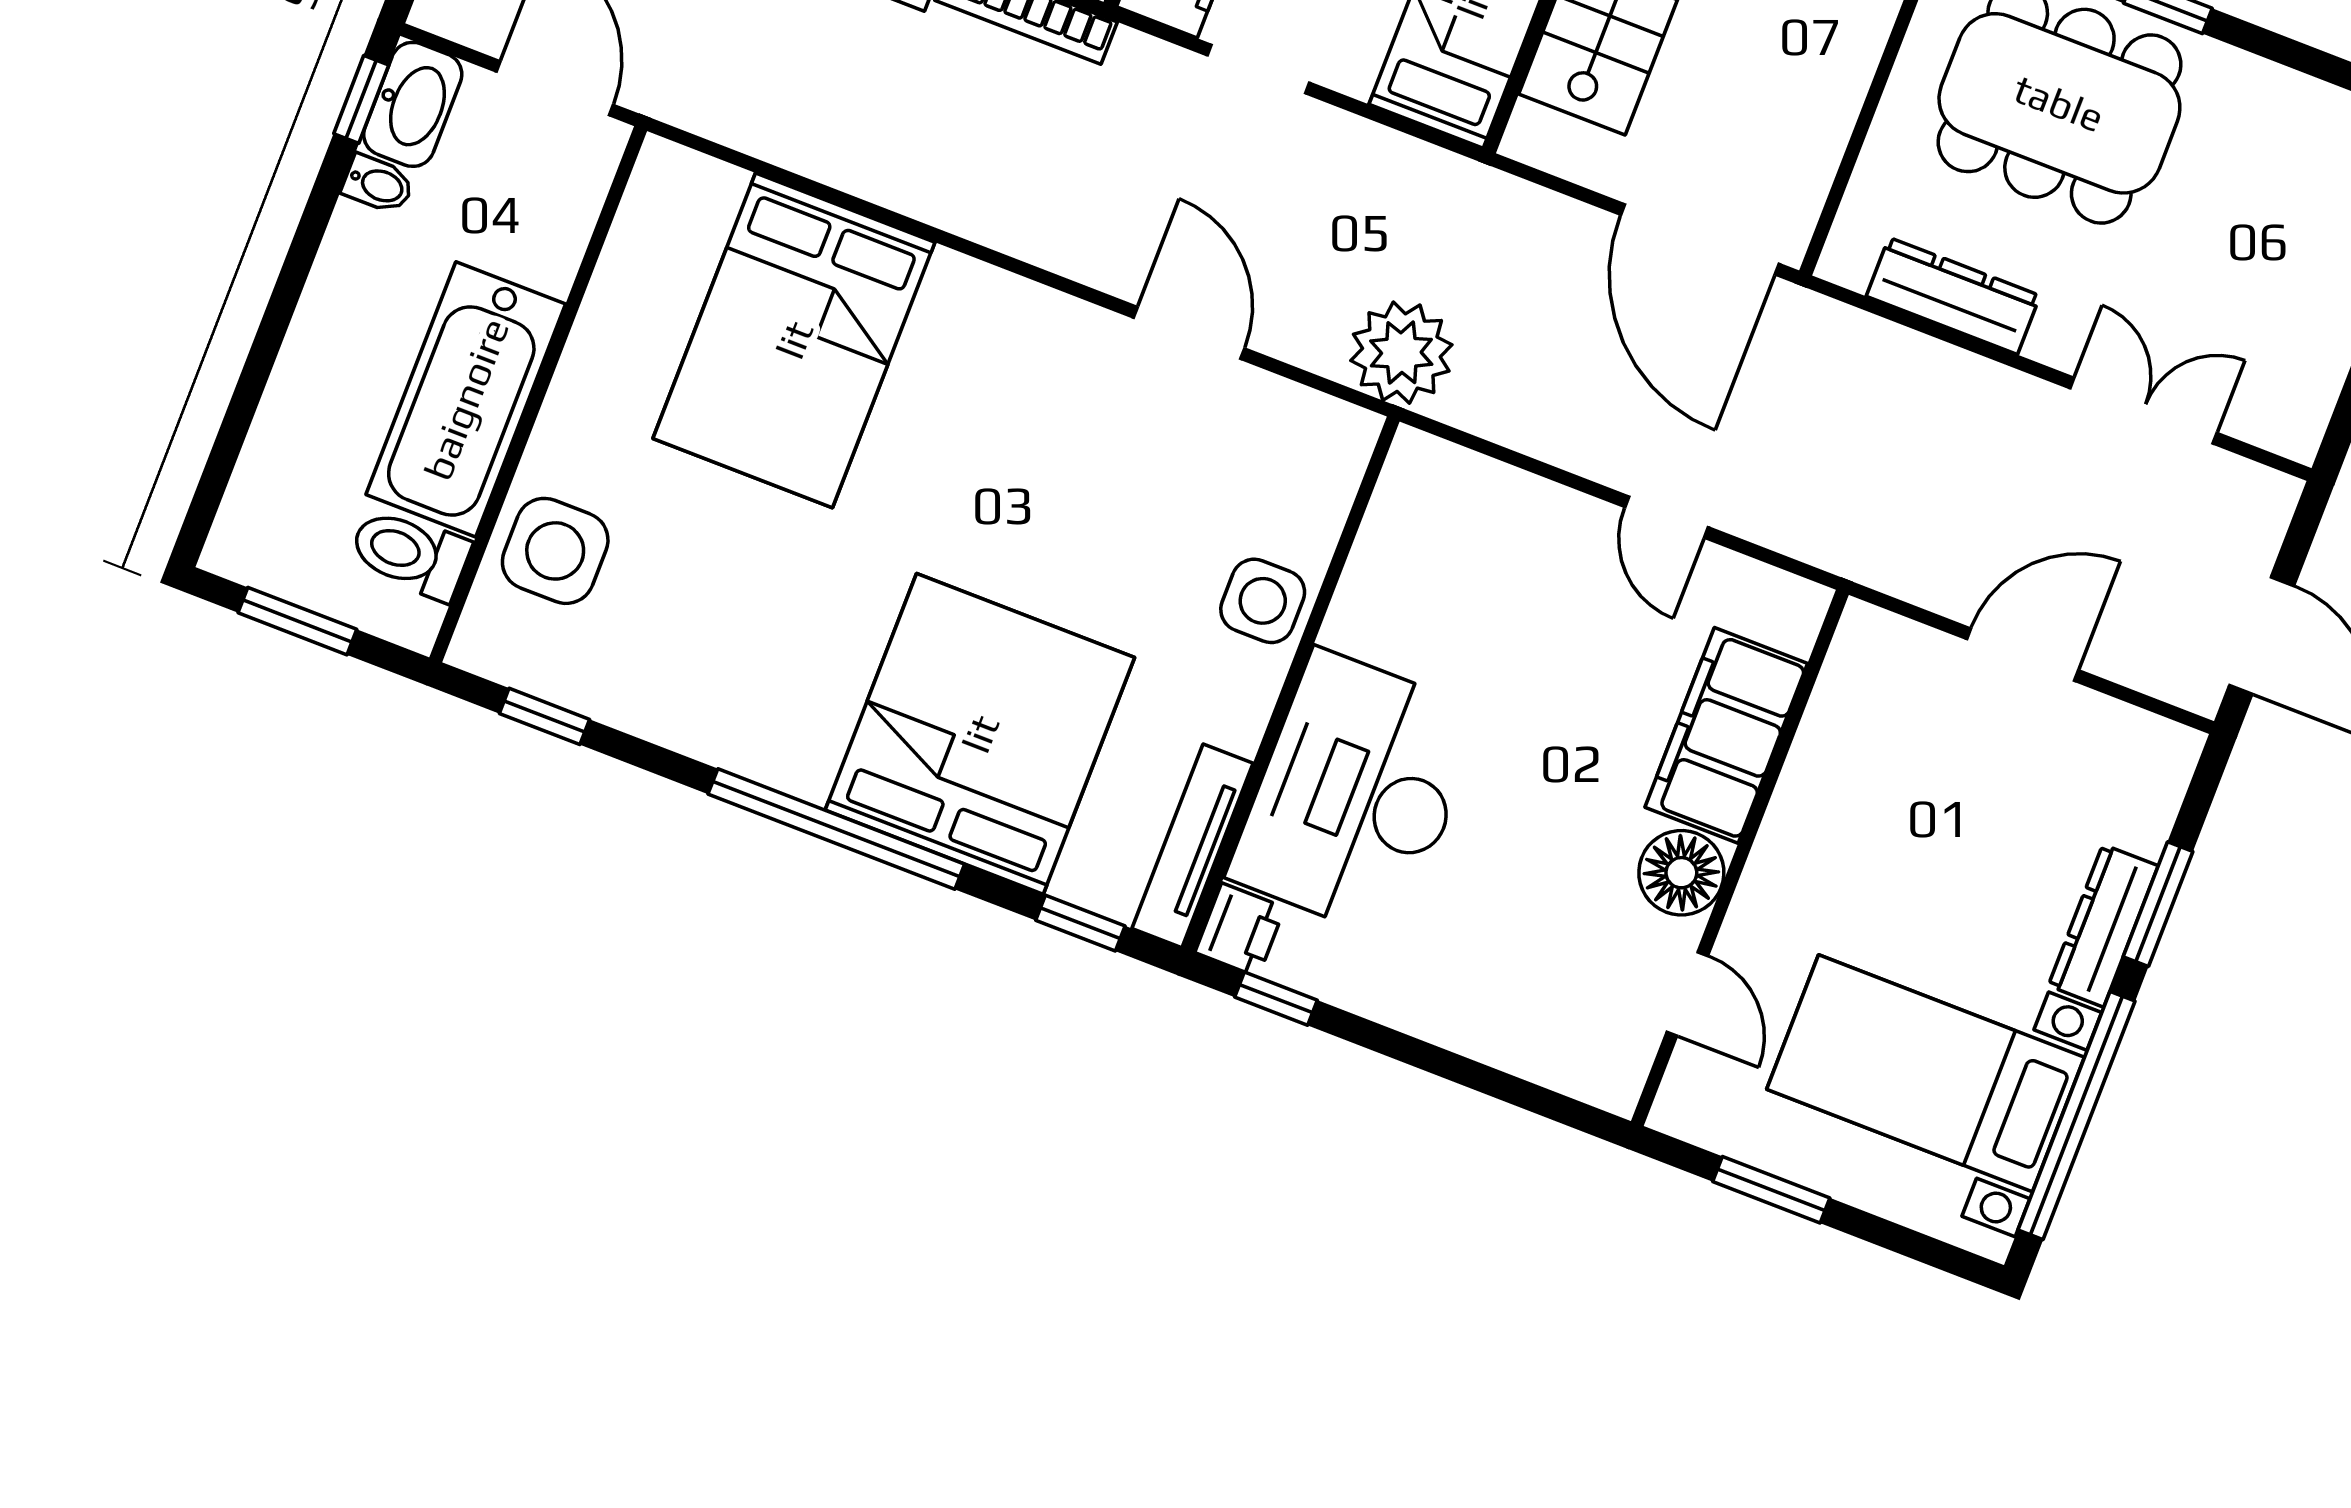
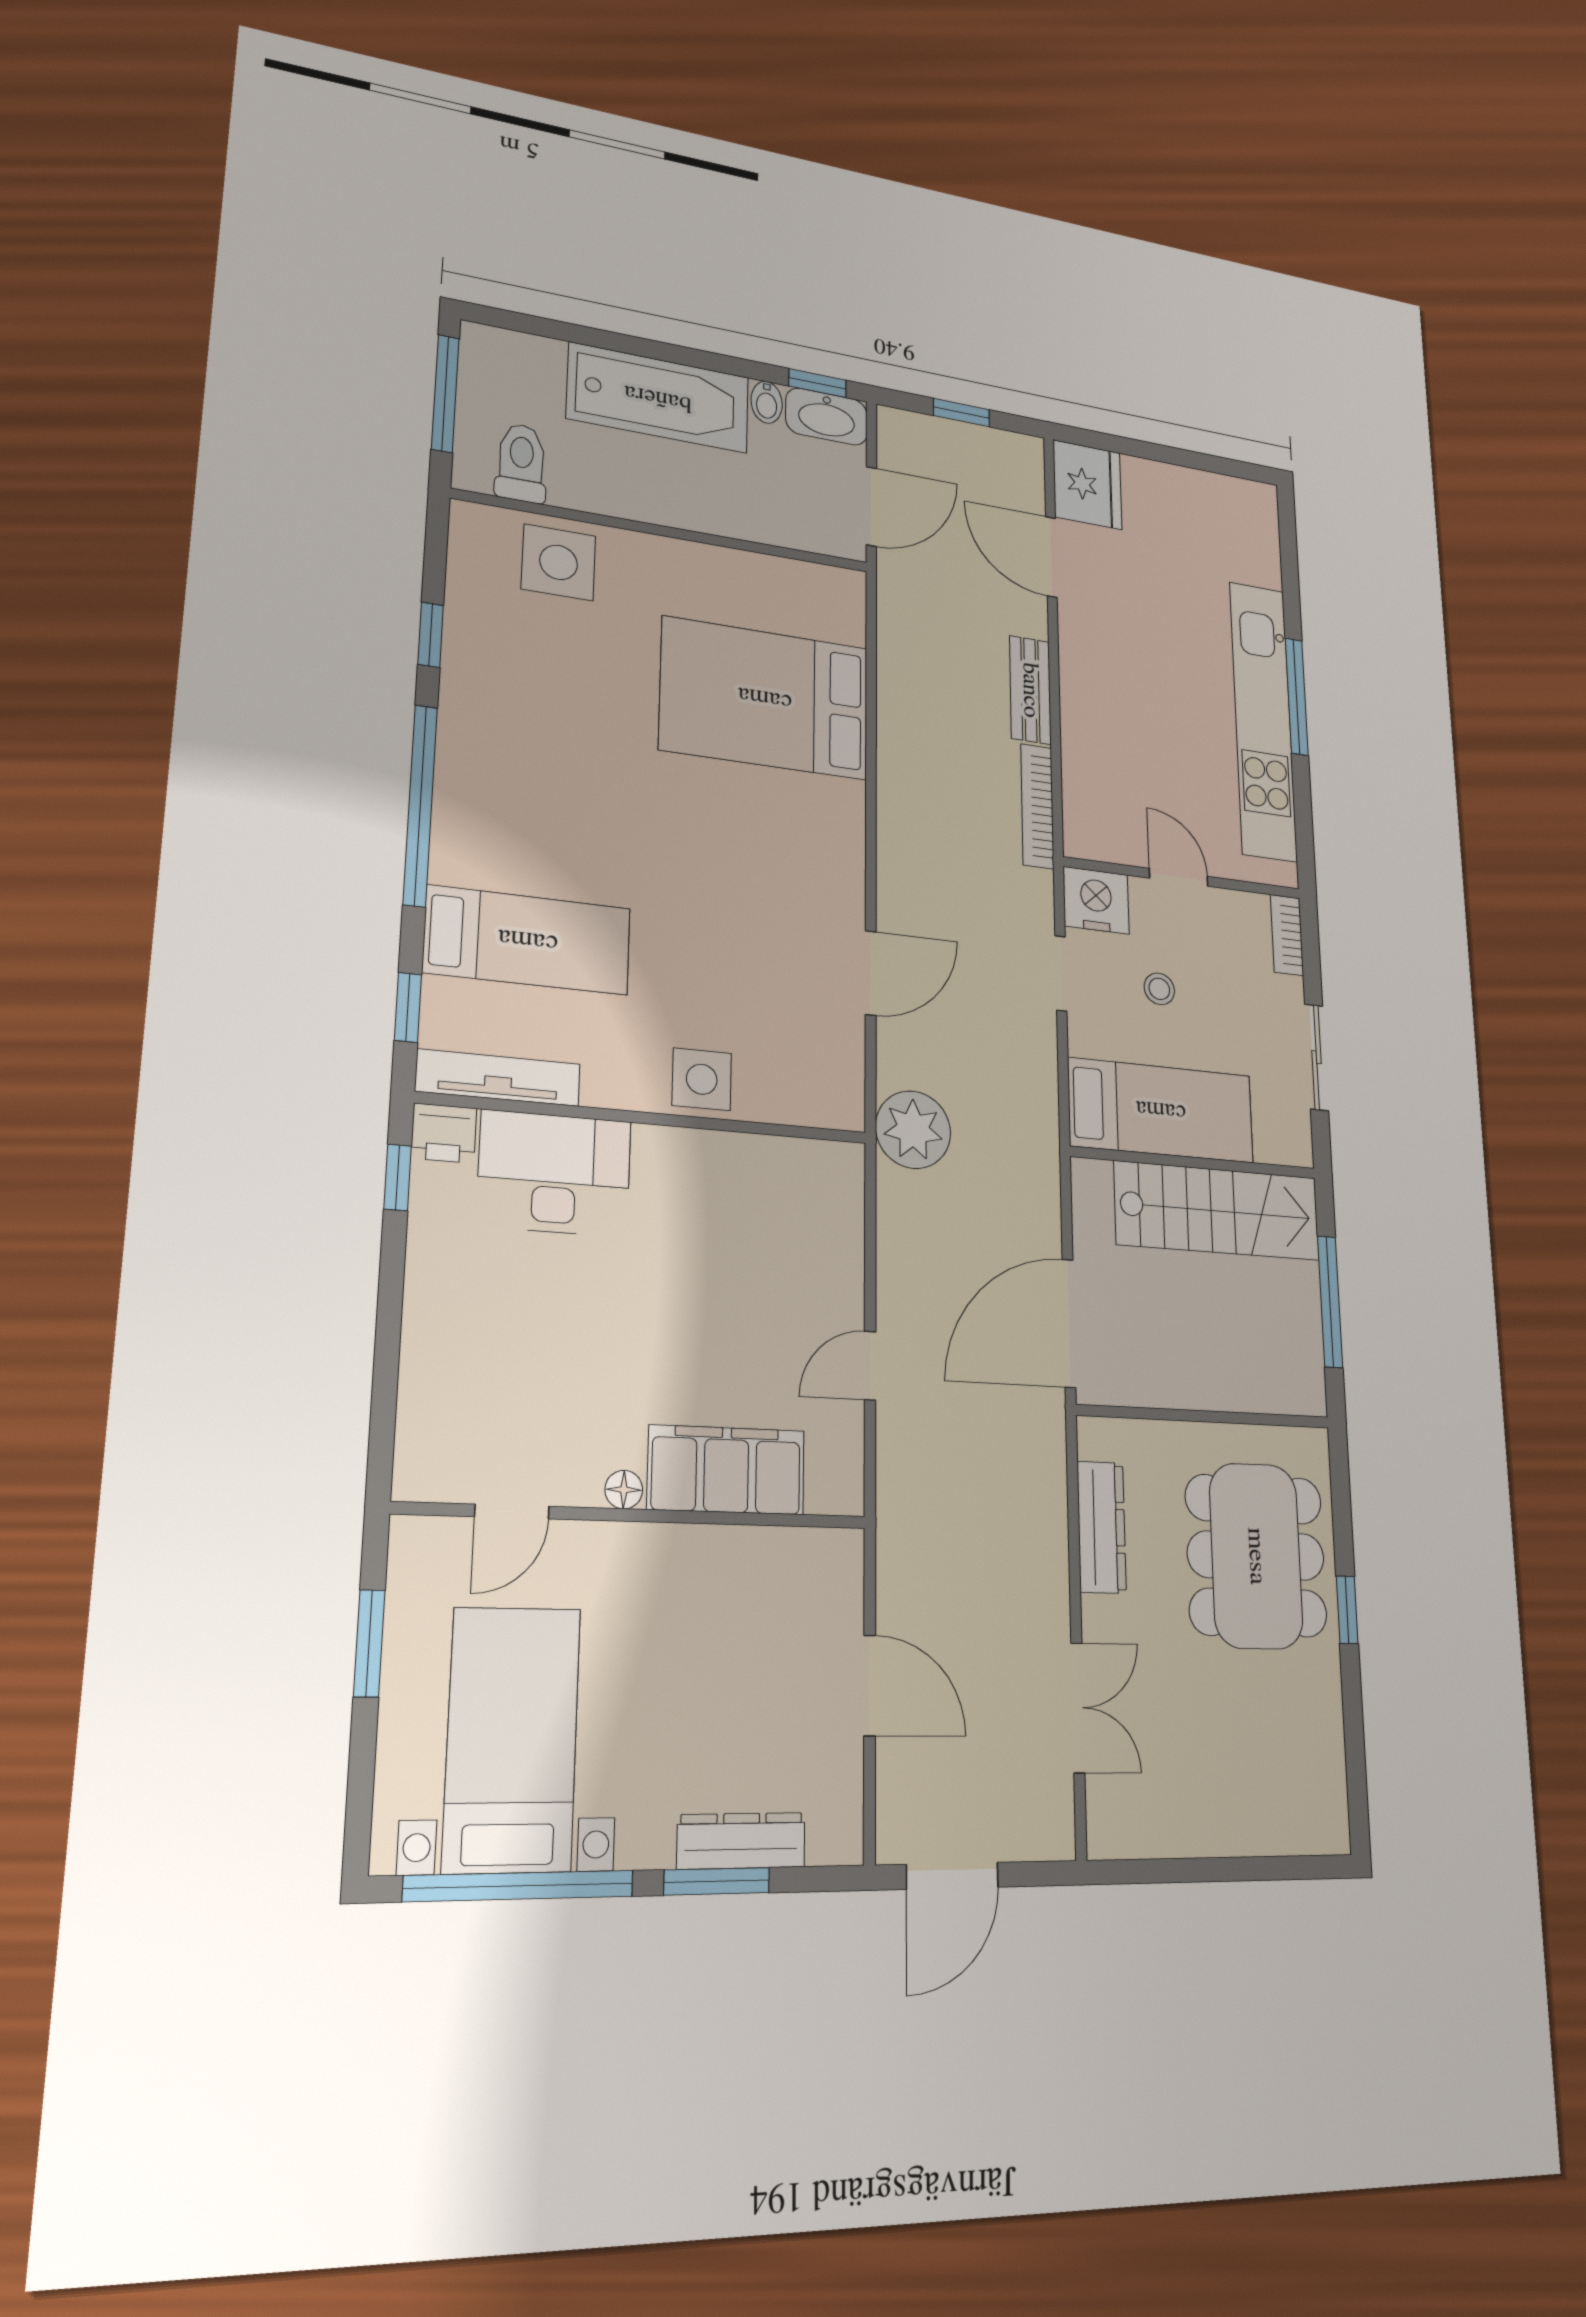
bathtub: (466, 399) -> (658, 398), moved, turned 180
window: (297, 621) -> (445, 394), width x1.44
window: (544, 716) -> (431, 635), moved
bed: (980, 734) -> (528, 940), width x0.49
desk: (1356, 795) -> (554, 1173), width x0.73, depth x0.77
floor lamp: (1681, 873) -> (624, 1490), width x0.53, depth x0.53
dresser: (2103, 926) -> (741, 1841), moved

